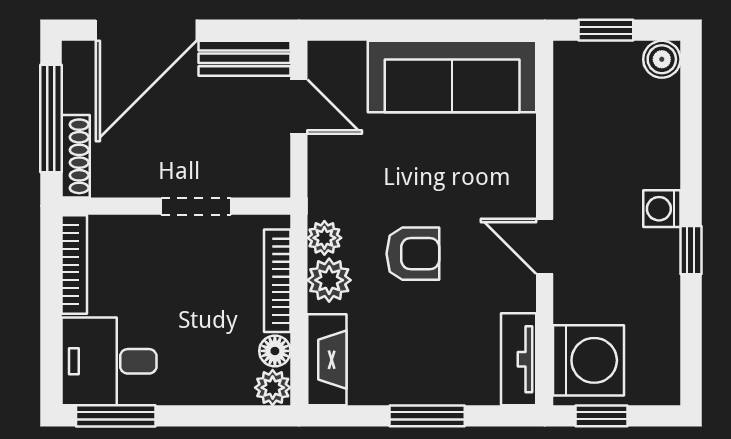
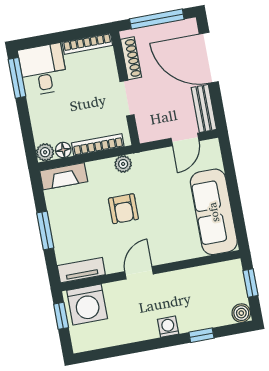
shoe rack: (76, 156) -> (131, 58), moved, turned -90
window: (691, 250) -> (201, 335), moved
plant: (329, 280) -> (103, 170), removed

